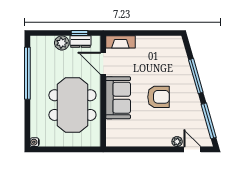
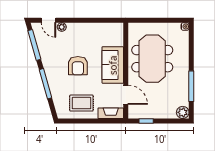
dresser: (81, 42) -> (145, 114), removed
plant: (62, 43) -> (183, 112), moved
rug: (154, 54) -> (81, 103), added
window: (27, 73) -> (191, 86), width x0.68
armchair: (158, 97) -> (78, 66), turned -90

